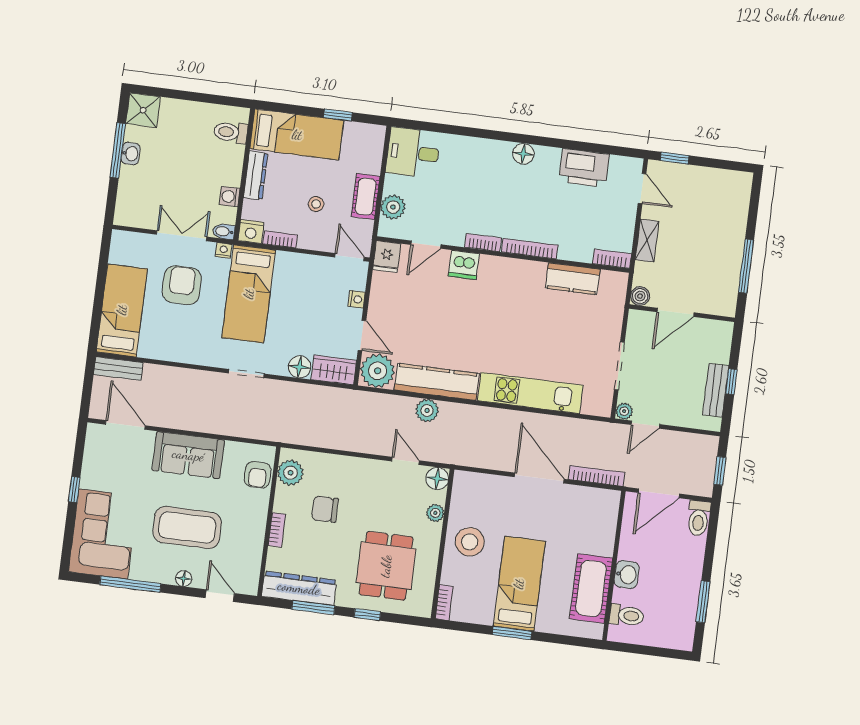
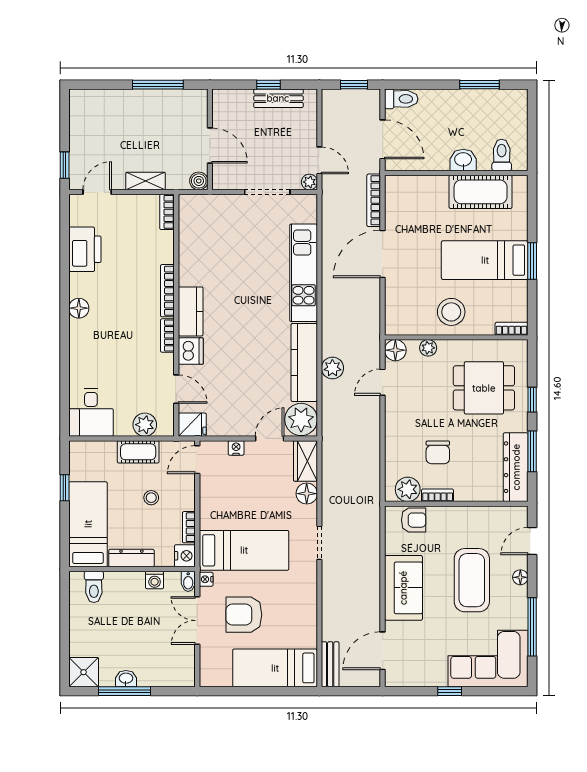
kitchen counter: (573, 279) -> (191, 311), moved
bookcase: (277, 530) -> (438, 495), moved

